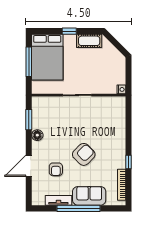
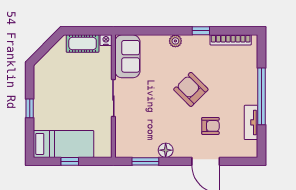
cot: (89, 41) -> (83, 44), moved, turned 90
bed: (47, 57) -> (64, 144), width x0.67
window: (29, 62) -> (70, 161), width x0.46
plant: (121, 143) -> (175, 41), added
sofa: (89, 196) -> (127, 56), moved, turned 180

